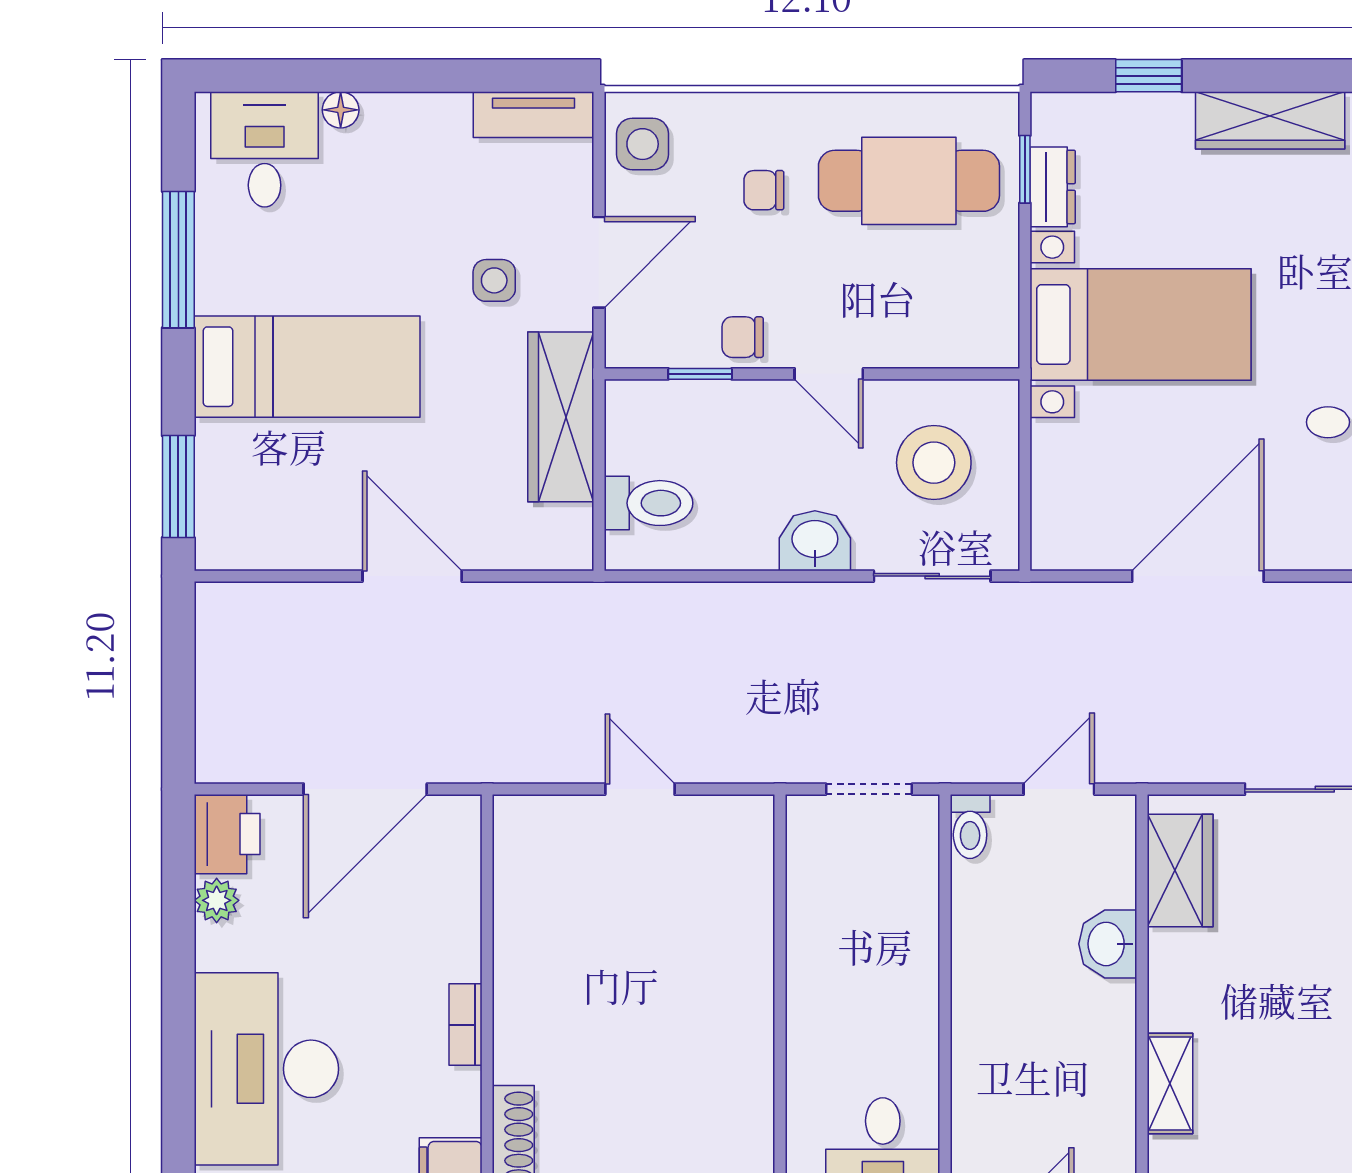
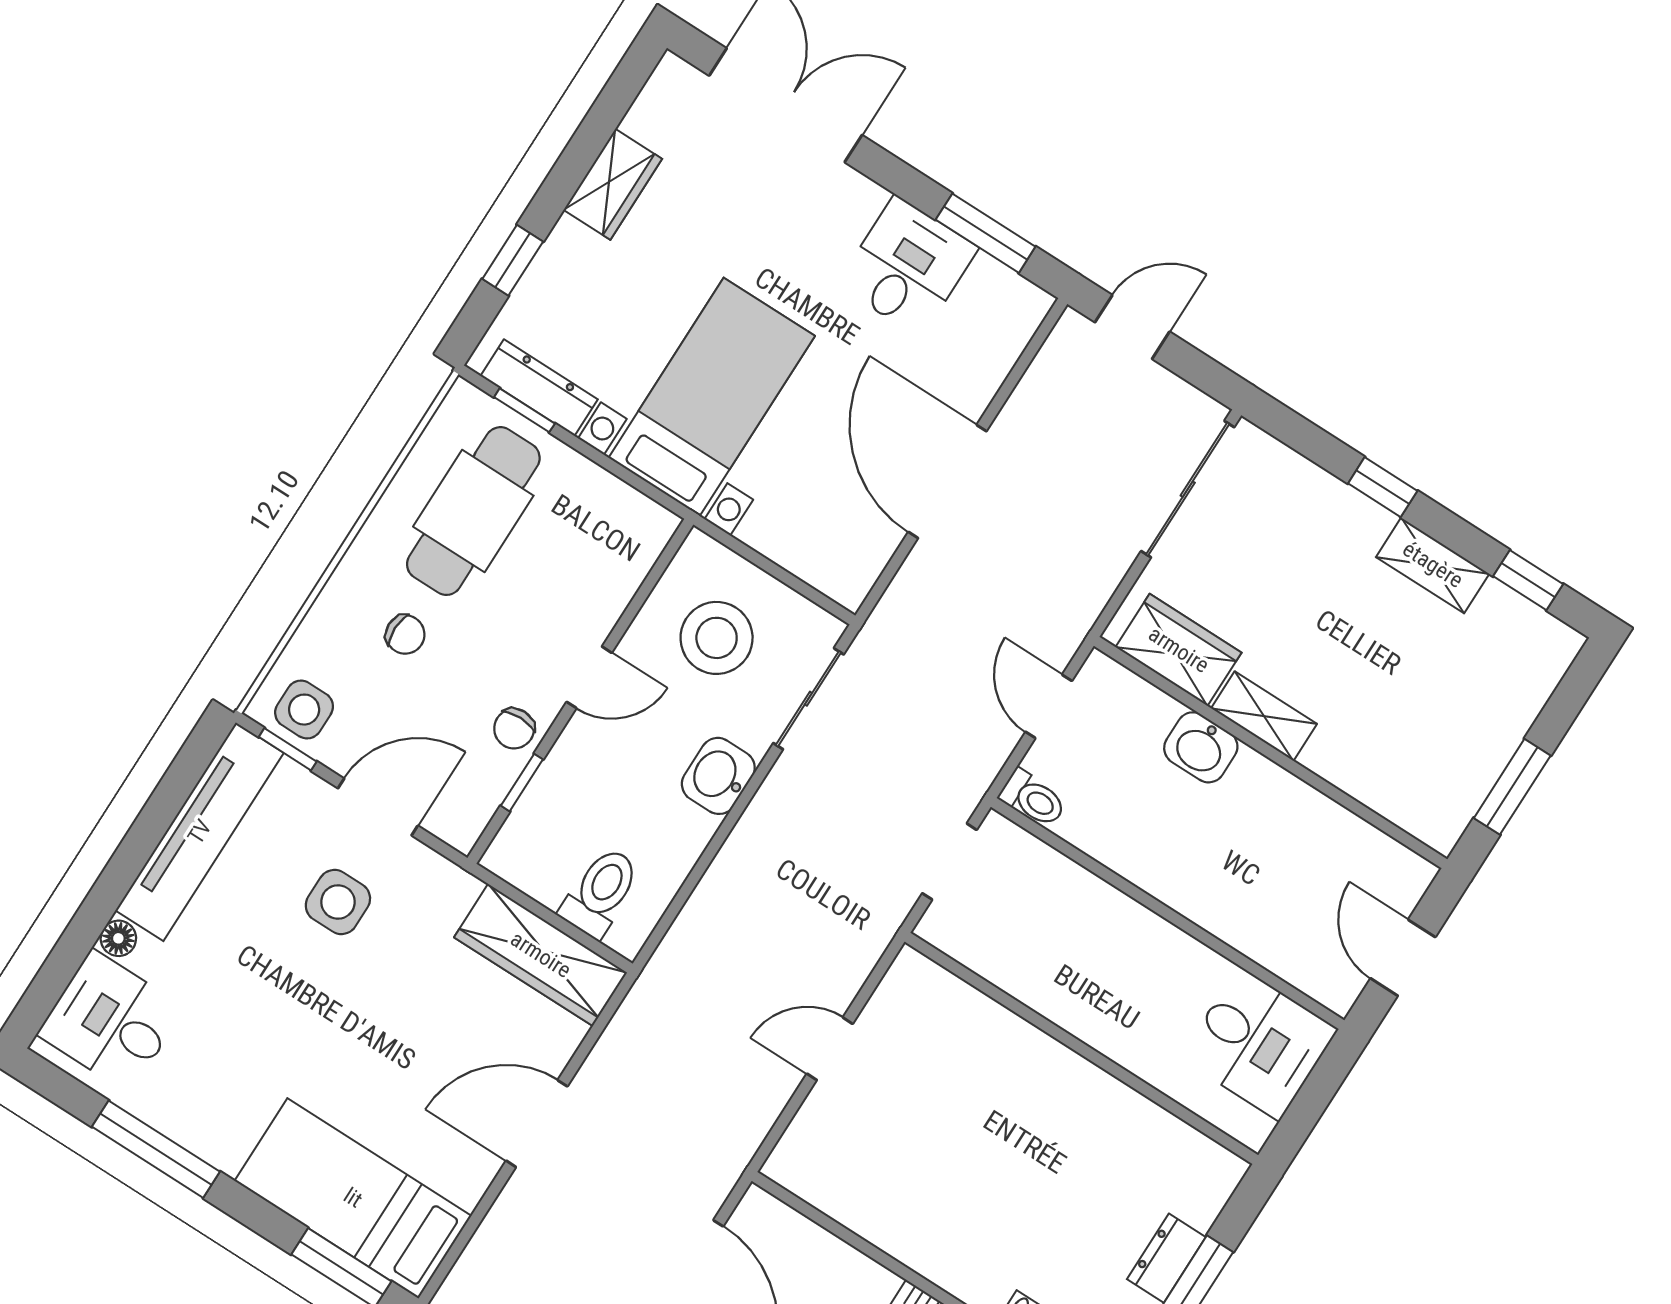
tv unit: (534, 115) -> (200, 832), width x1.92, depth x1.29
wardrobe: (1270, 120) -> (613, 184), width x0.67
window: (599, 152) -> (288, 749), added
dresser: (1053, 187) -> (539, 388), width x1.44
chair: (764, 190) -> (405, 634), turned -90
door: (599, 262) -> (378, 807), hinge flipped
side table: (494, 280) -> (338, 902), width x1.37, depth x1.37
bed: (307, 367) -> (353, 1198), moved, turned -90
wardrobe: (561, 417) -> (541, 955), moved
shelving: (1170, 1084) -> (1264, 716), moved

